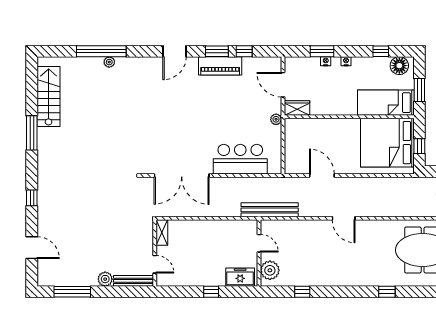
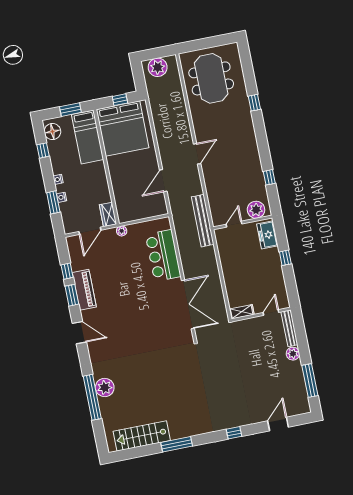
plant: (109, 62) -> (105, 388), width x1.87, depth x1.87

